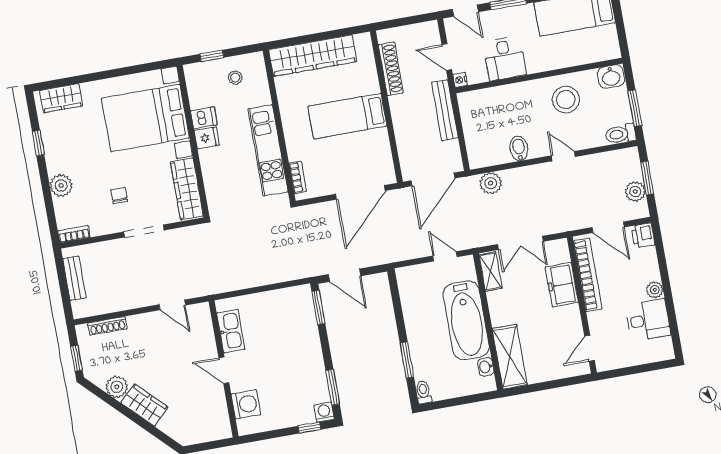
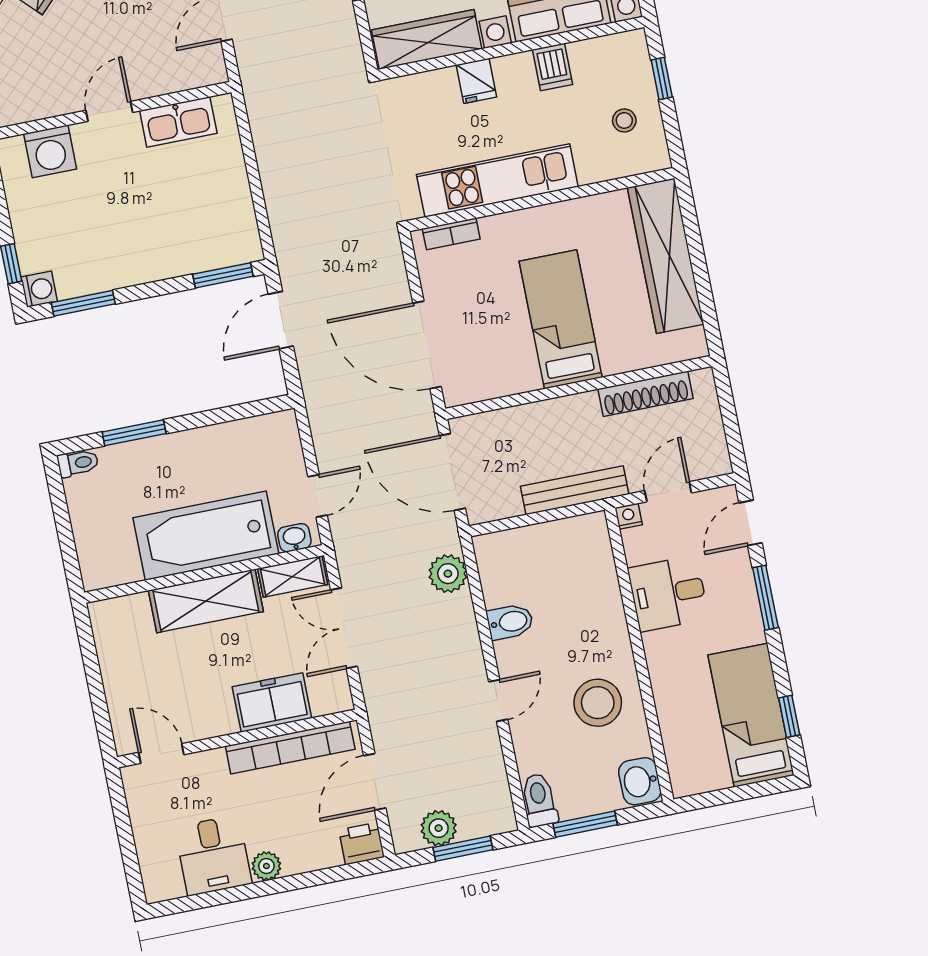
fridge: (207, 138) -> (476, 81), moved
shelving: (510, 357) -> (206, 601), moved
washbasin: (486, 367) -> (294, 538), moved

